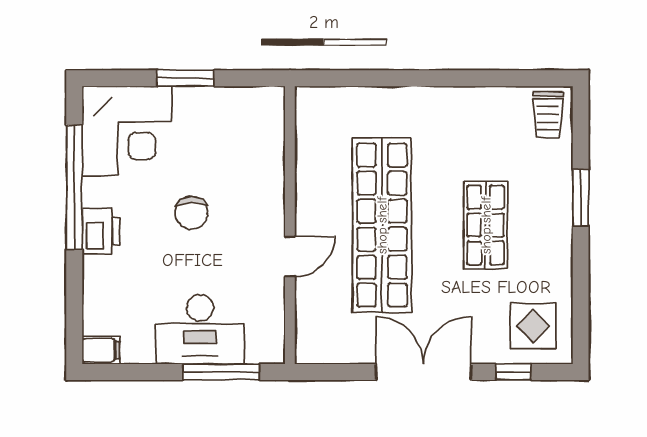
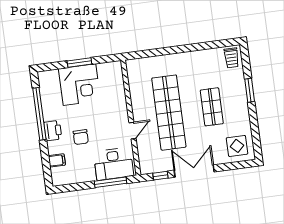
corner desk: (127, 131) -> (79, 85), moved
chair: (191, 213) -> (81, 137), moved
desk: (200, 329) -> (114, 164), moved
filing cabinet: (101, 350) -> (57, 160), moved
window: (514, 372) -> (160, 176), moved

